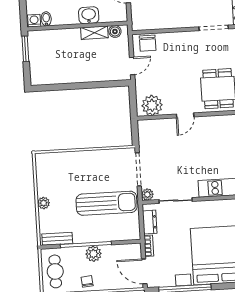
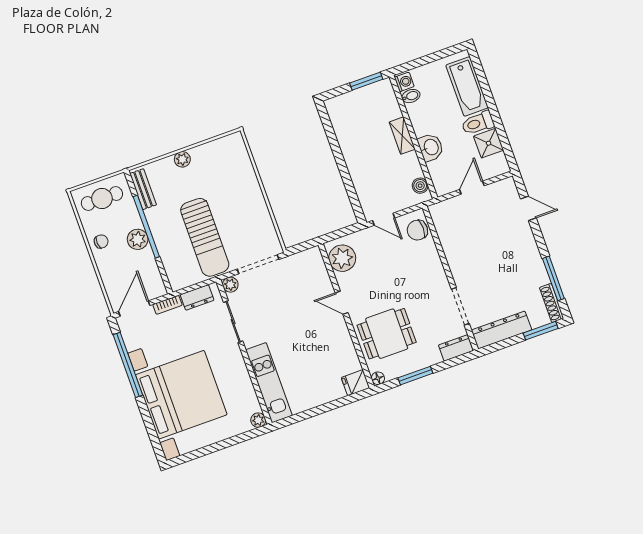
shelving: (94, 33) -> (402, 136), moved

